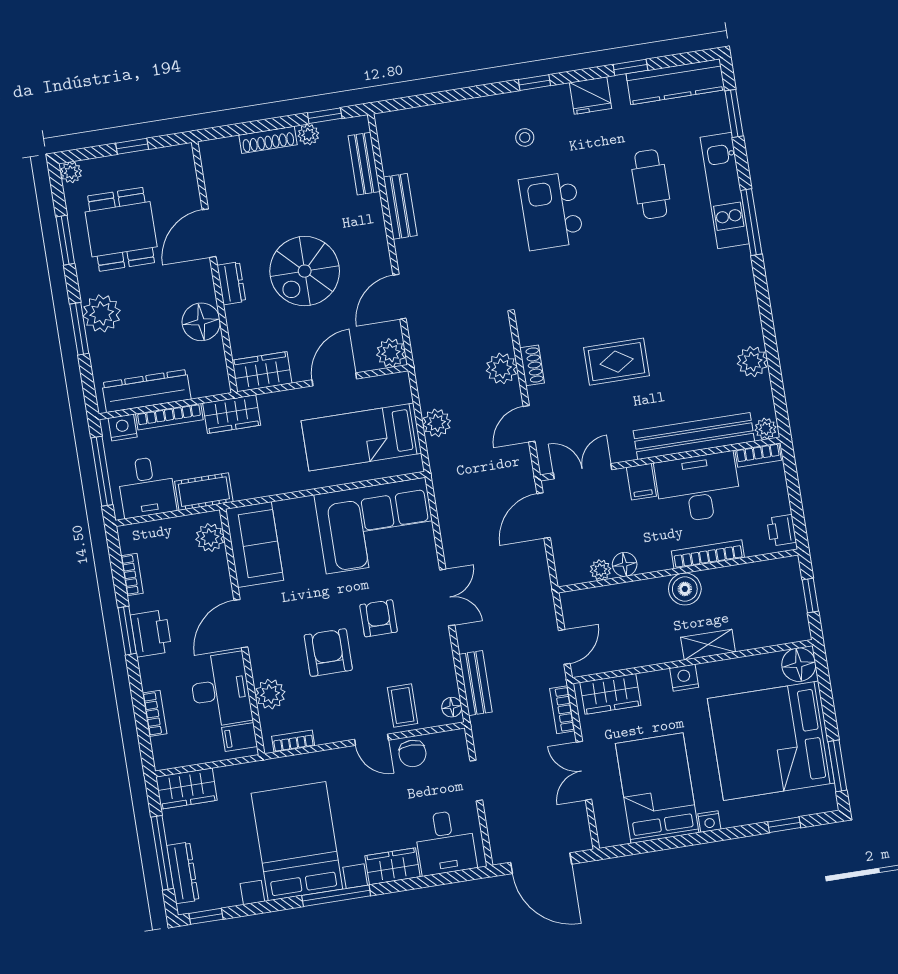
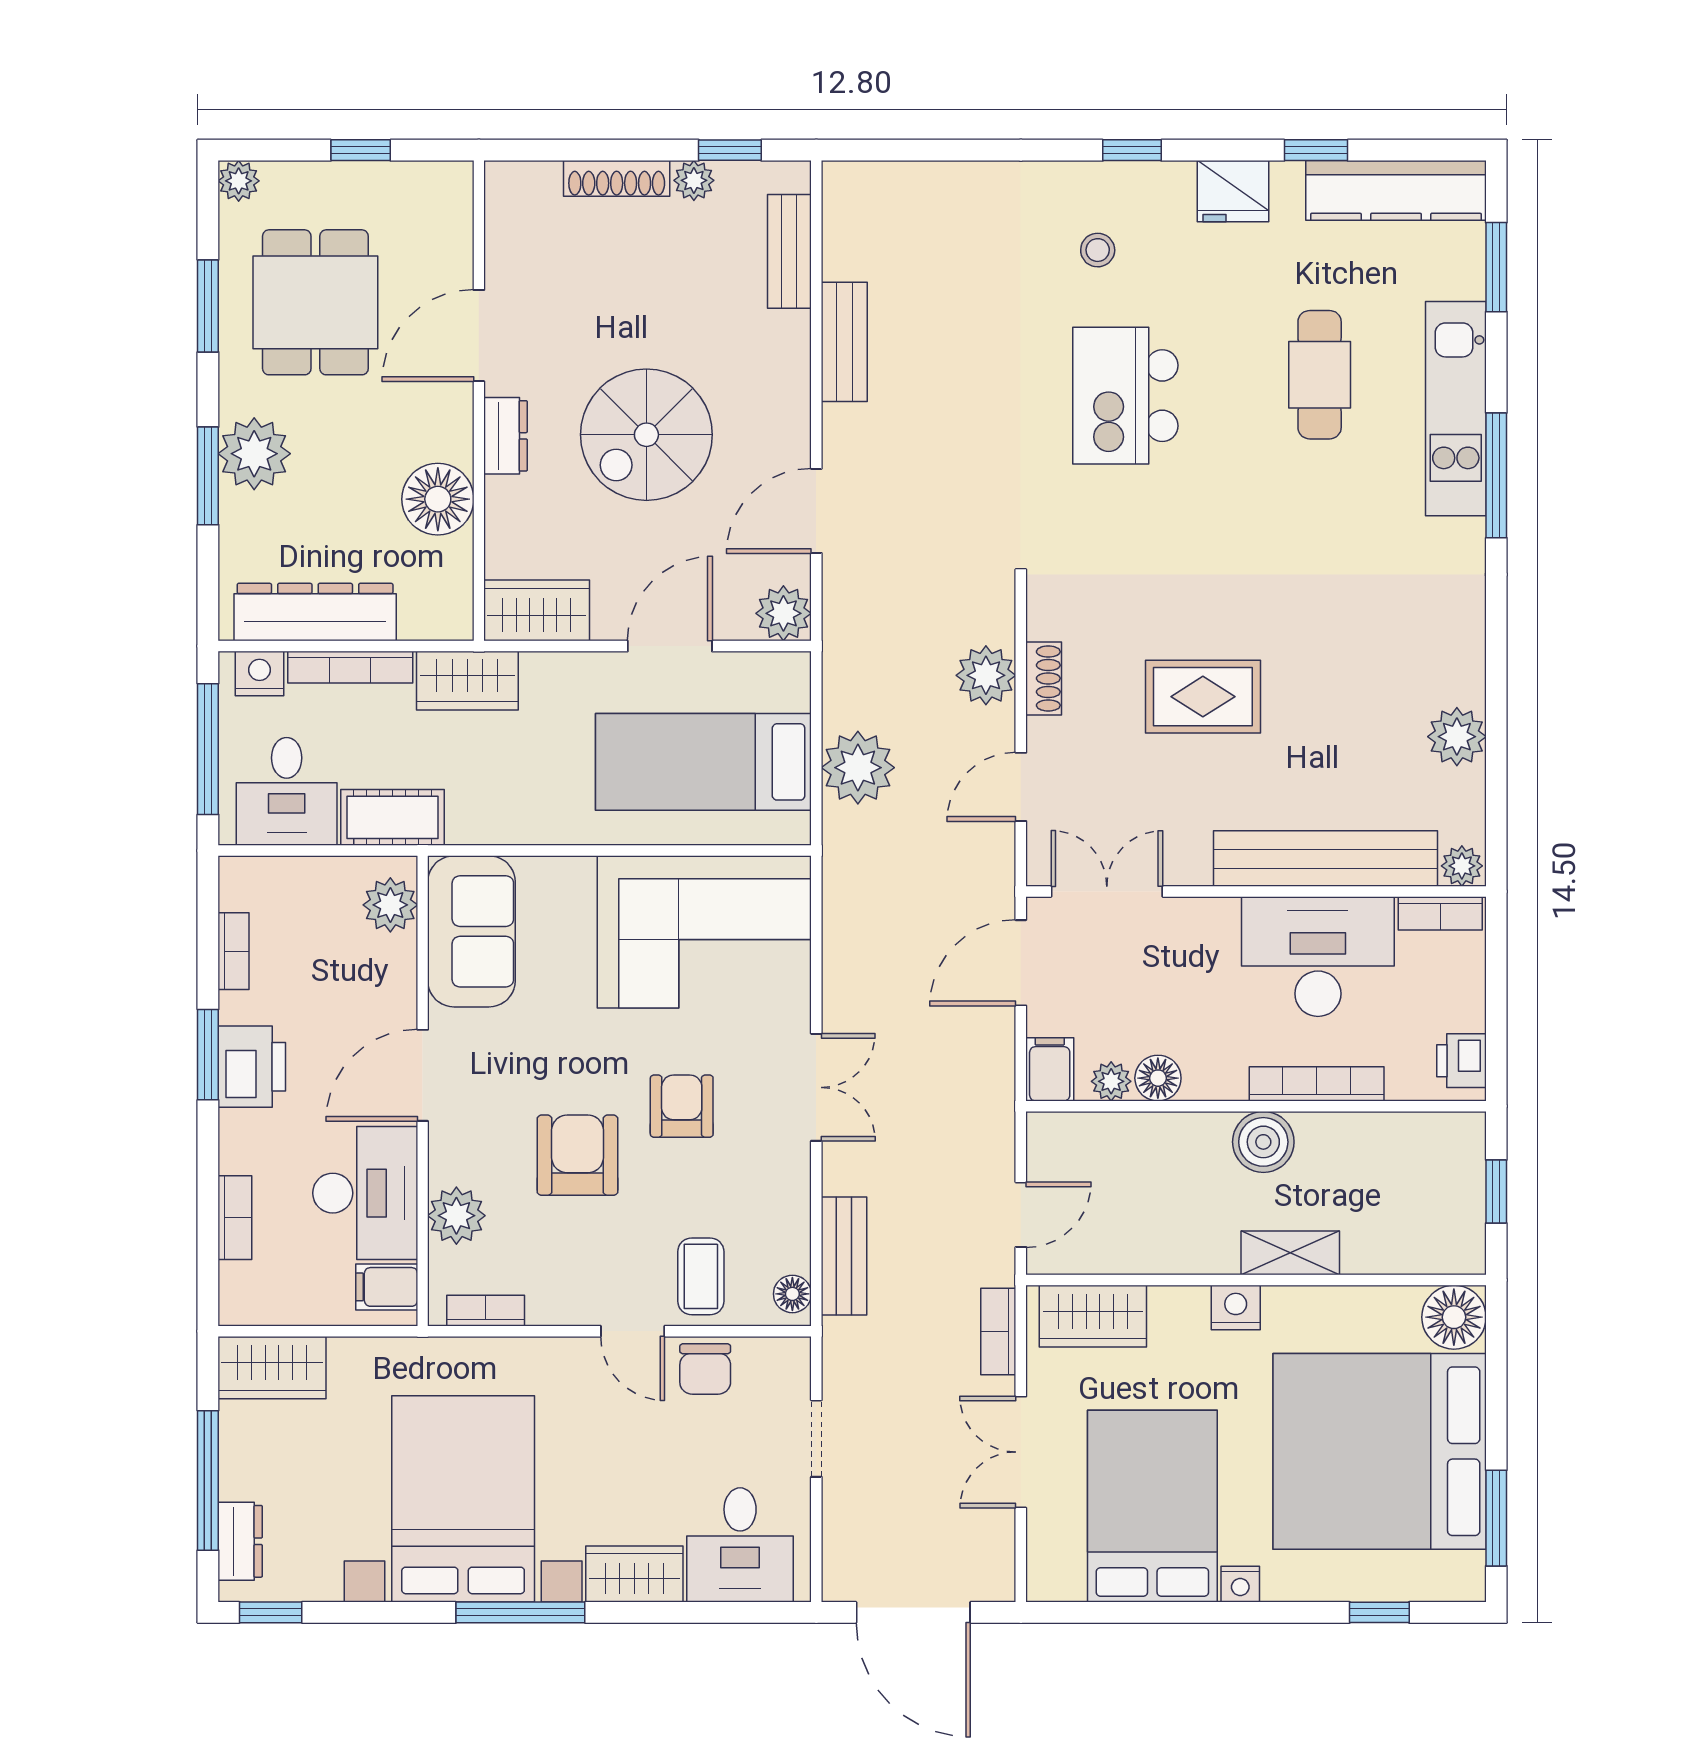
plant: (437, 423) -> (858, 768), width x1.36, depth x1.36
filing cabinet: (641, 482) -> (1050, 1069), moved, turned 180
dresser: (183, 873) -> (240, 1541), width x0.70

